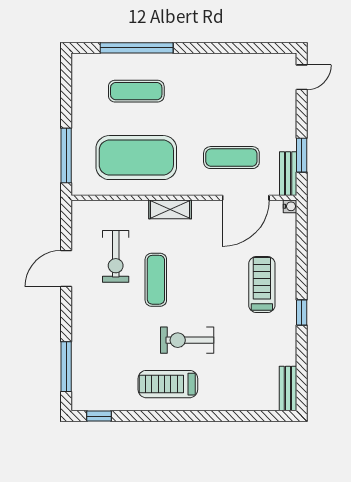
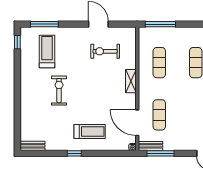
window: (302, 155) -> (161, 153), width x1.44
exercise mat: (136, 158) -> (159, 63), width x0.50, depth x0.69
exercise mat: (156, 280) -> (92, 73), removed
treadmill: (168, 384) -> (47, 51), moved

